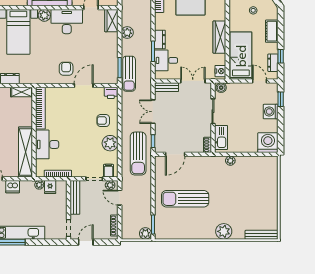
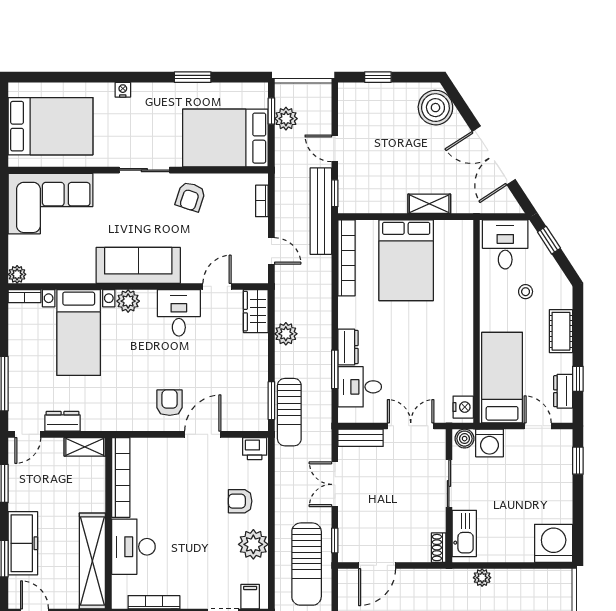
desk: (67, 22) -> (179, 313), width x0.73
wardrobe: (219, 37) -> (461, 342), removed
washing machine: (271, 112) -> (489, 443), moved, turned -90

